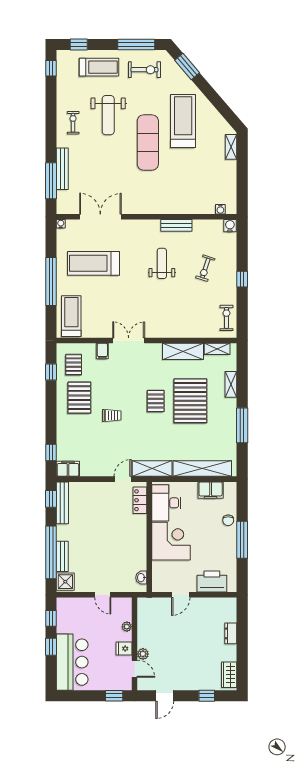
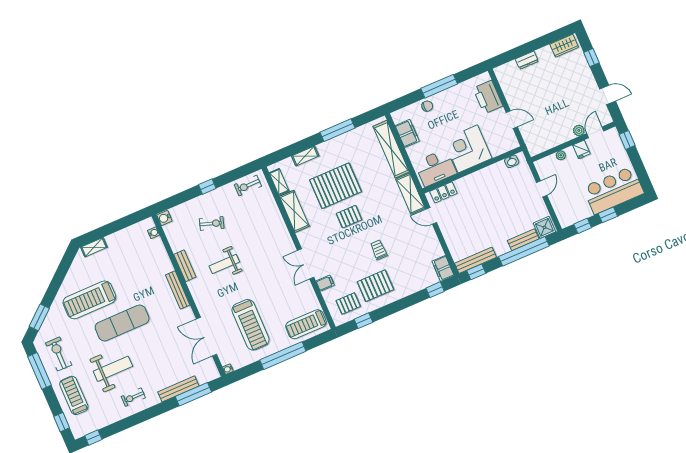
bench: (156, 209) -> (178, 290), added

